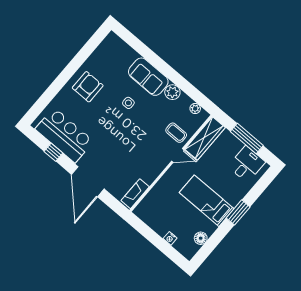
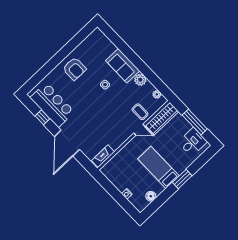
armchair: (88, 87) -> (74, 69), turned 90

